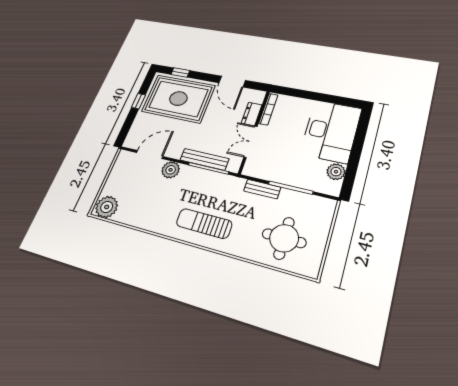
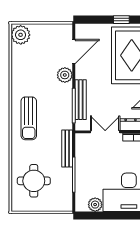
door: (150, 154) -> (74, 52), hinge flipped
bench: (262, 189) -> (67, 149), width x1.36
sun lounger: (204, 223) -> (29, 118), turned 180

